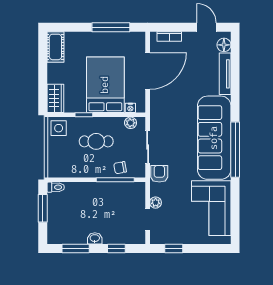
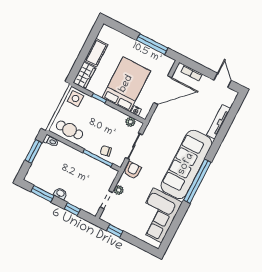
floor lamp: (224, 45) -> (229, 100), removed
cot: (55, 47) -> (96, 53), moved
cafe table: (96, 141) -> (70, 130), moved

